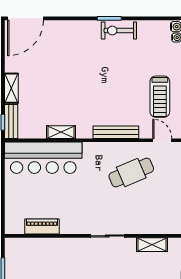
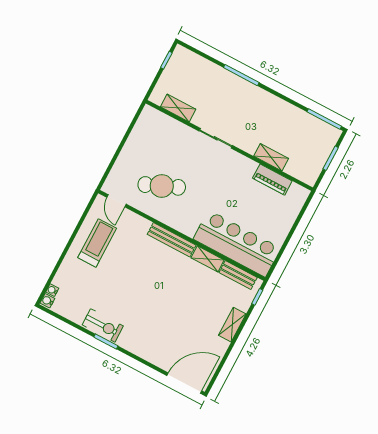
bench: (11, 121) -> (238, 275), moved, turned 90
bench: (116, 132) -> (172, 240), moved
shelving: (53, 245) -> (271, 157), added

